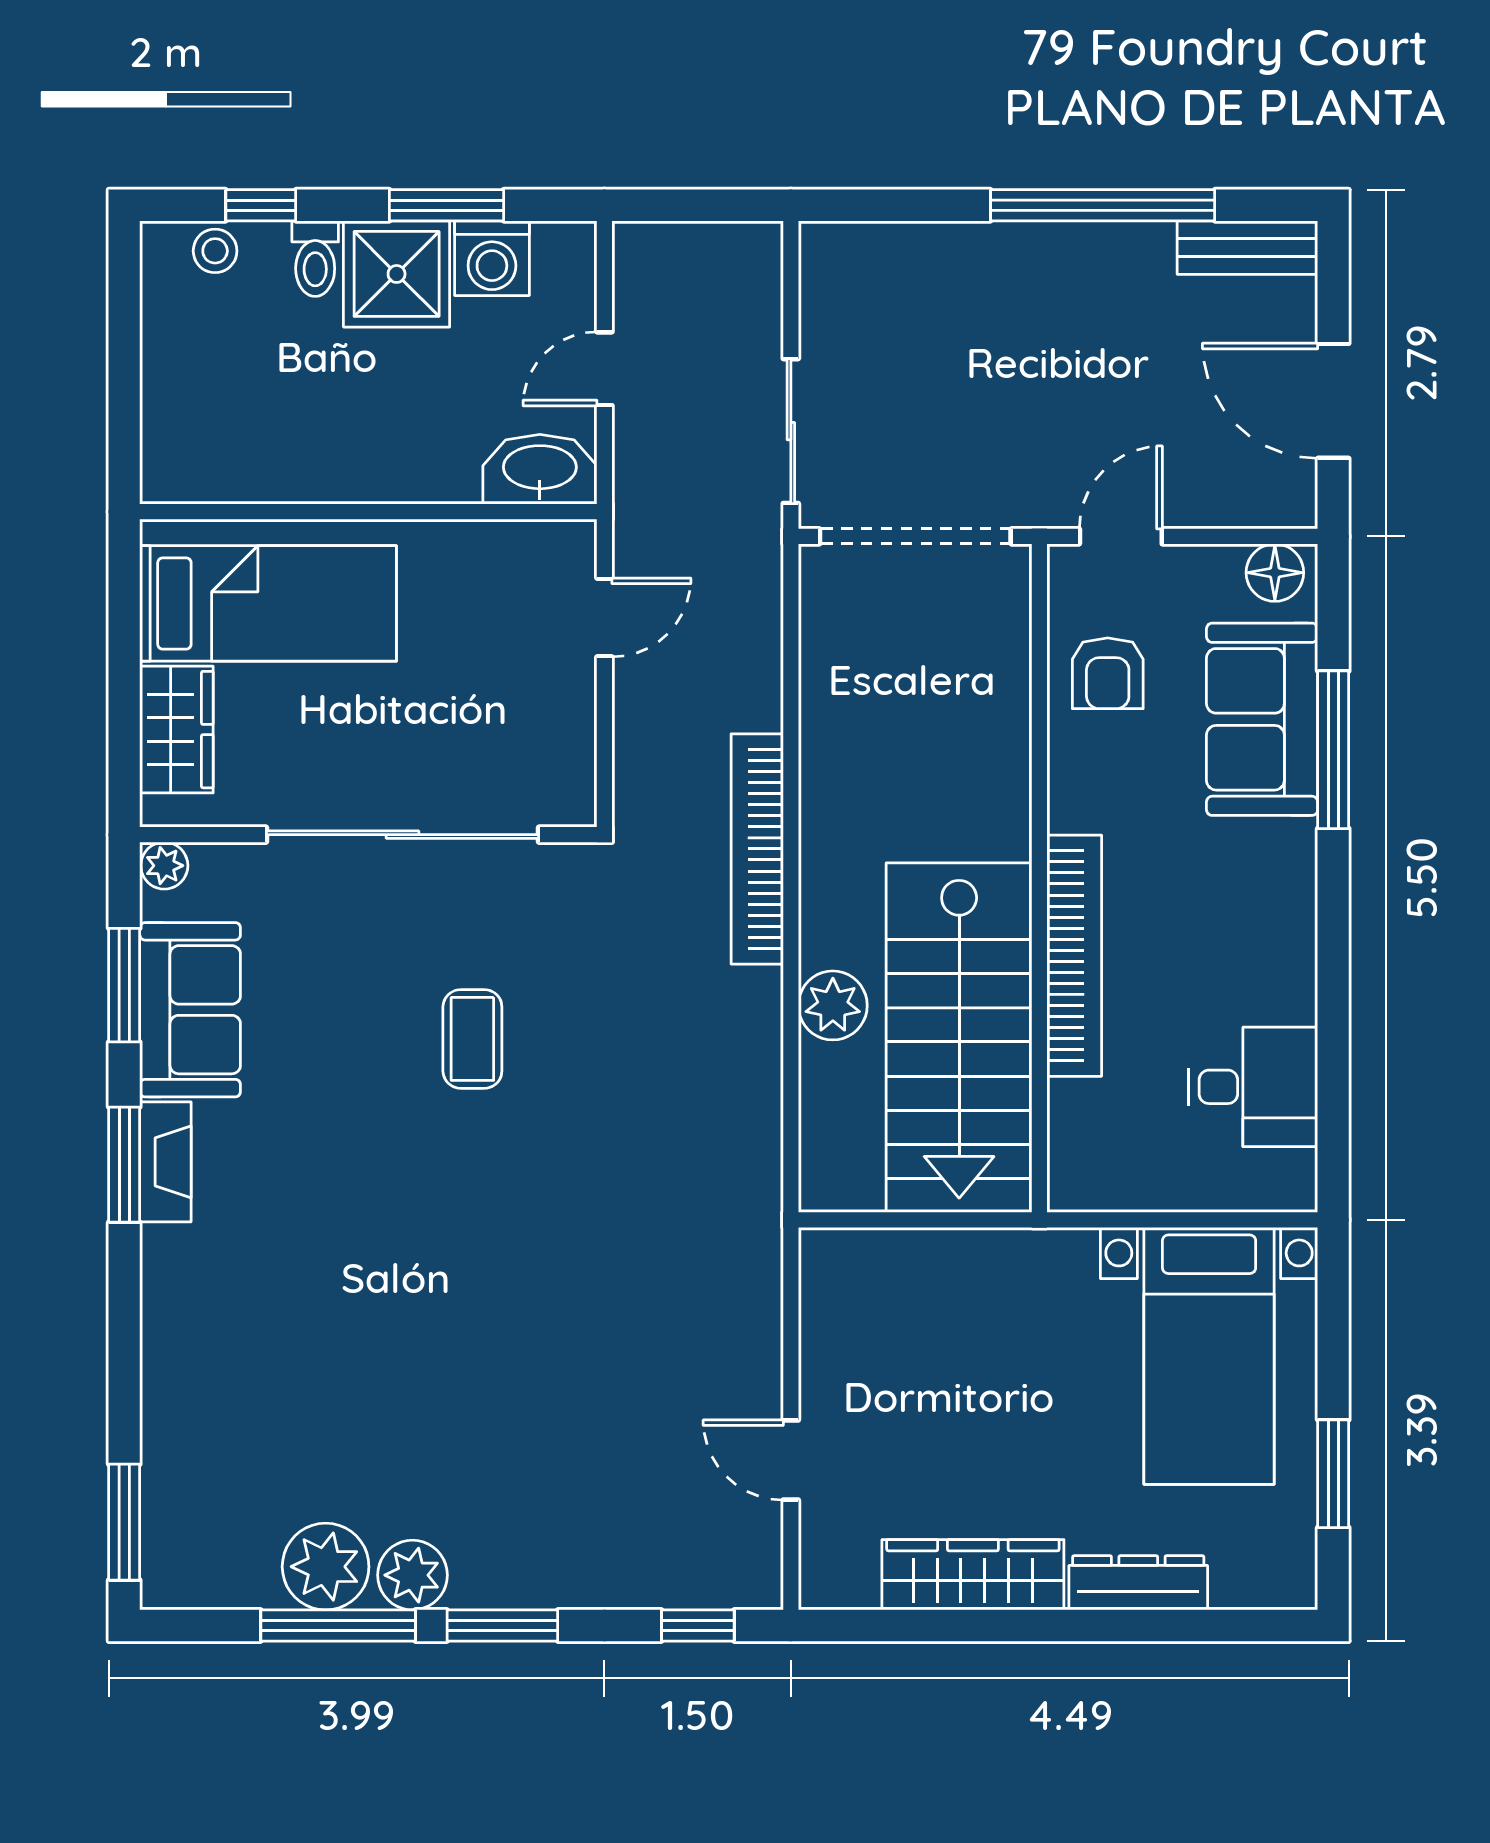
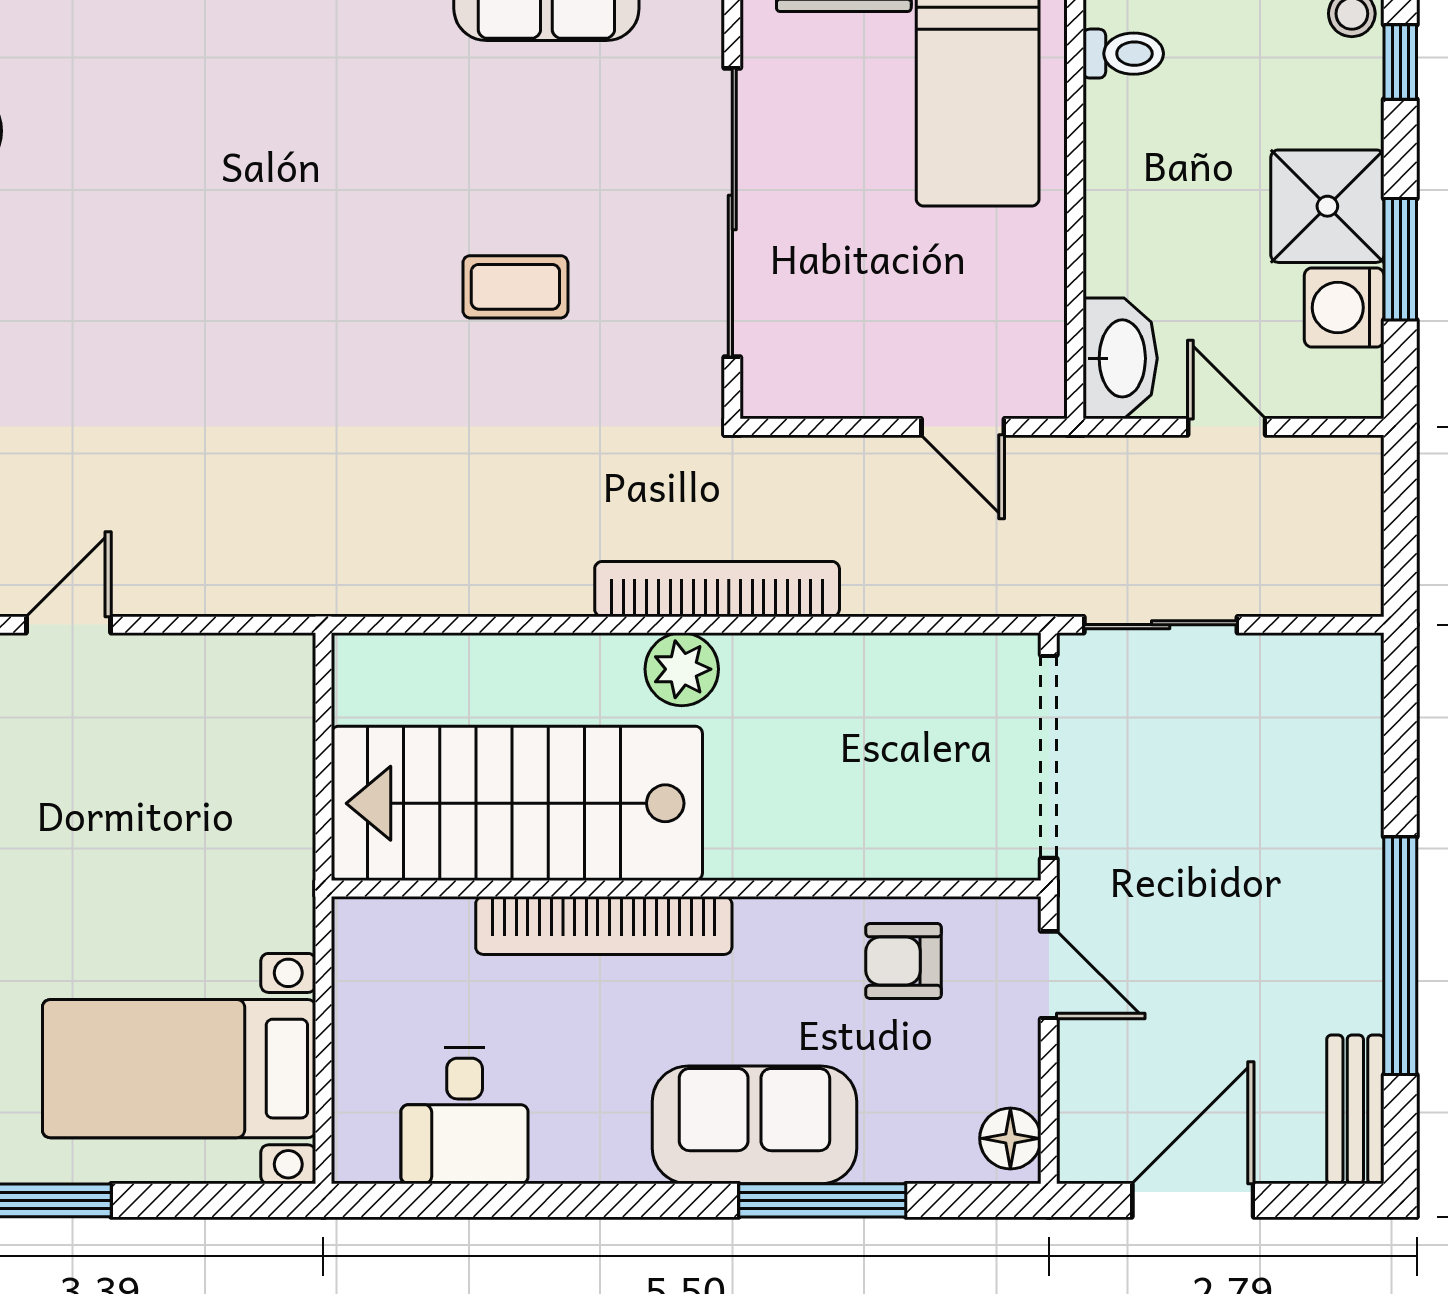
toilet: (315, 259) -> (1123, 54), moved, turned 180
sofa: (1262, 719) -> (754, 1125), moved
plant: (833, 1005) -> (682, 669), moved

